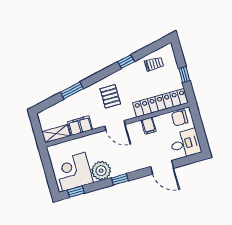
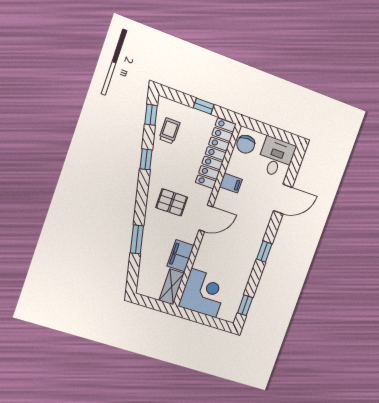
window: (156, 46) -> (151, 115), added
plant: (101, 171) -> (242, 265), removed
corner desk: (74, 172) -> (203, 293), moved, turned 180

